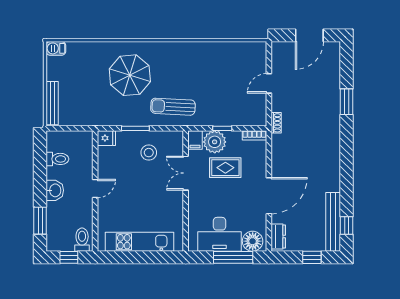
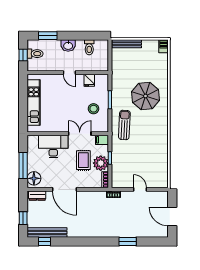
fridge: (106, 138) -> (89, 80), moved
plant: (215, 142) -> (101, 163), moved
desk: (219, 234) -> (53, 147), moved, turned 90
toilet: (82, 240) -> (35, 54), moved

